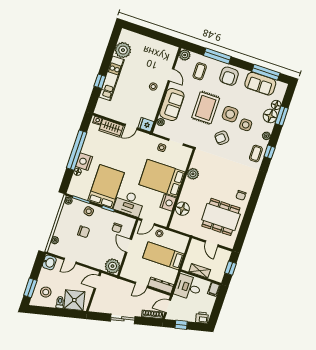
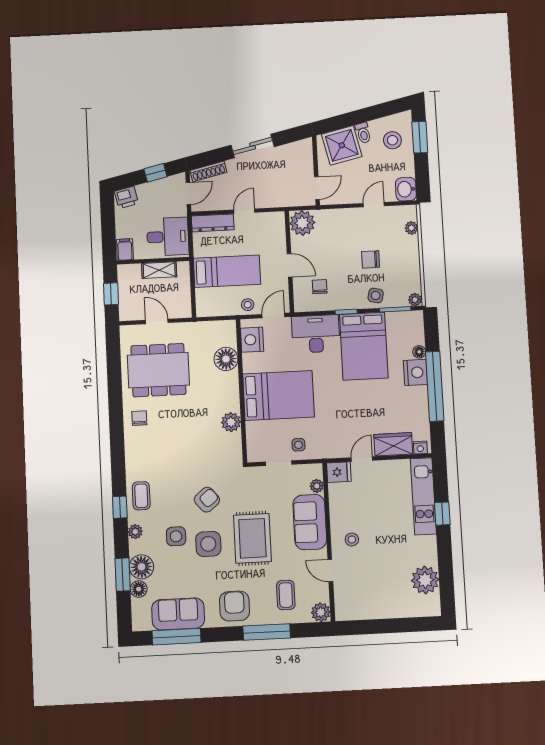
kitchen unit: (112, 78) -> (423, 496), moved
nightstand: (168, 203) -> (252, 340), moved

